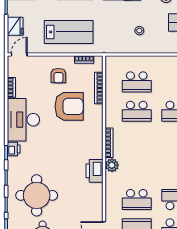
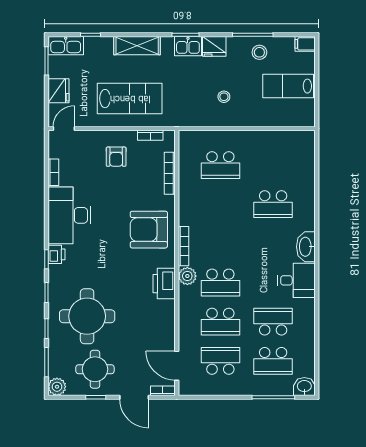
armchair: (69, 106) -> (149, 230), moved, turned 180
school desk: (137, 111) -> (220, 283), moved

